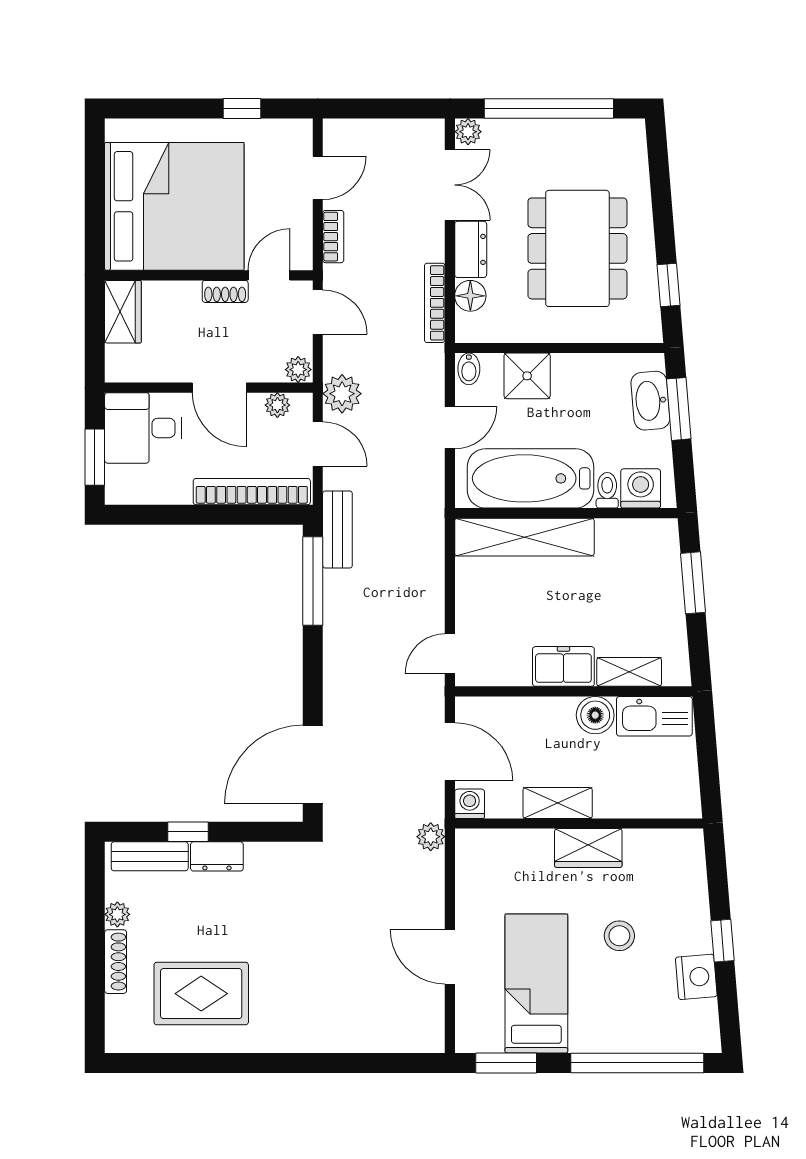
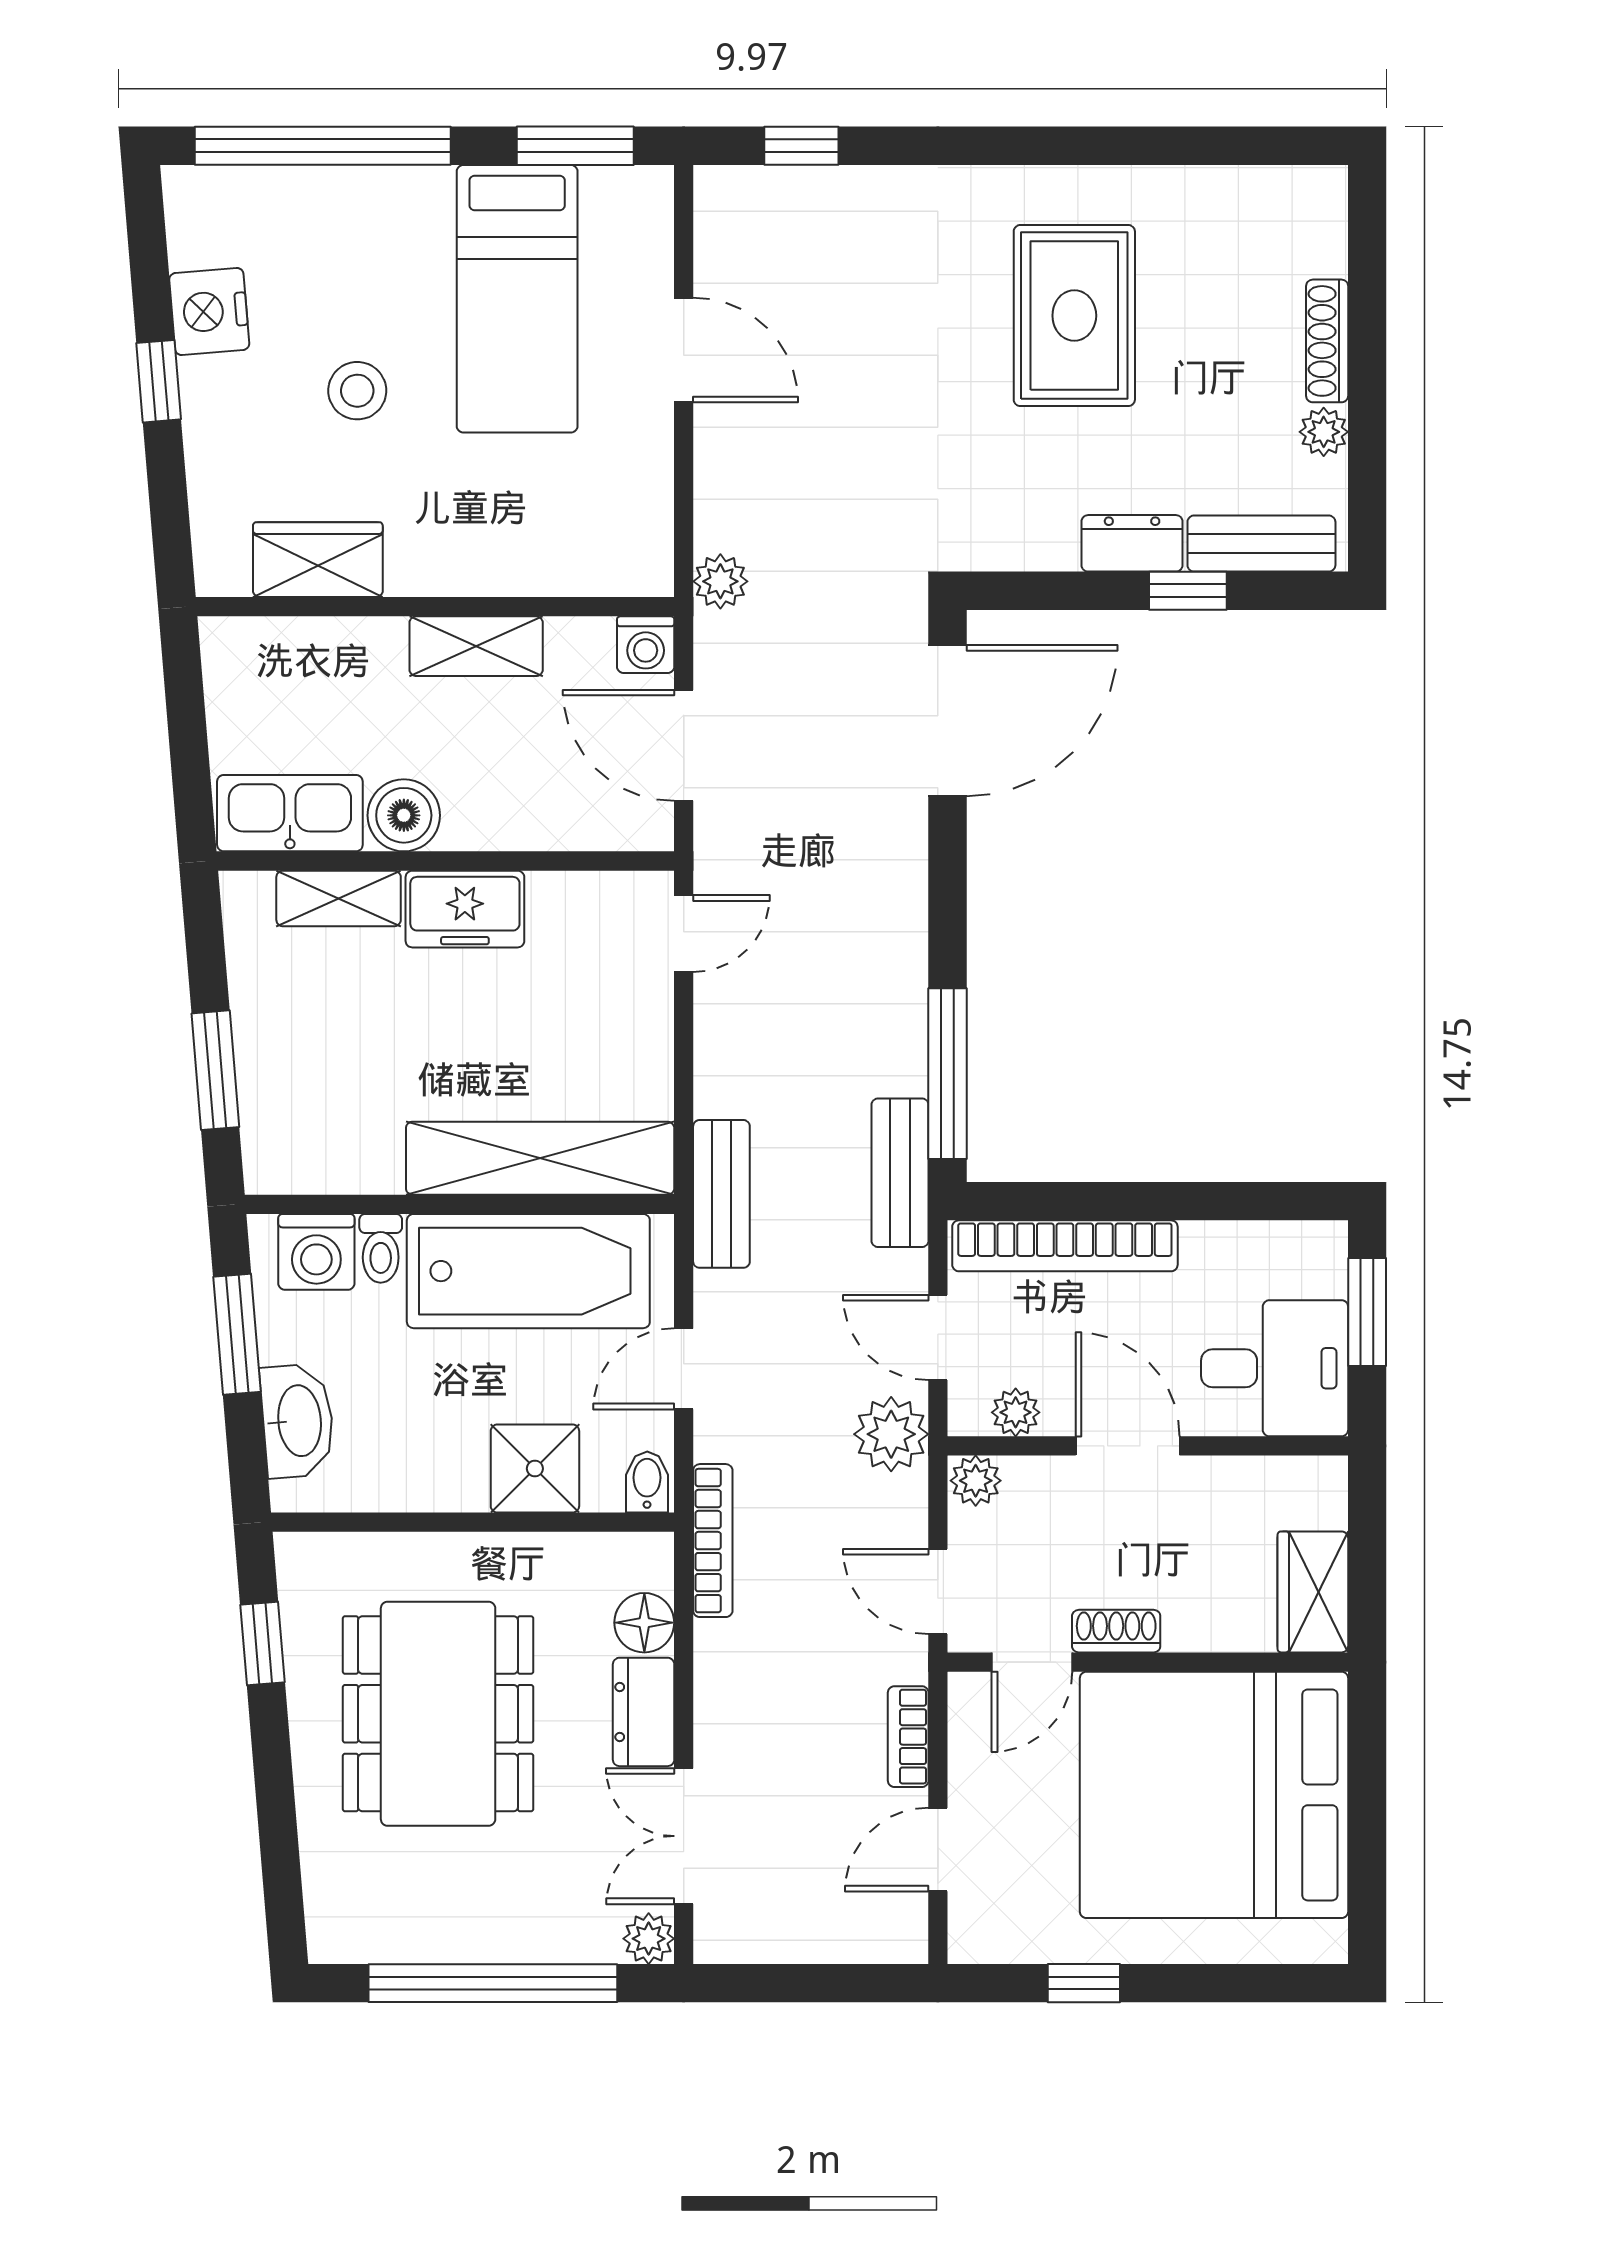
bookcase: (435, 303) -> (713, 1541), moved
window: (679, 409) -> (237, 1334), moved
bench: (430, 518) -> (721, 1194), added
wardrobe: (588, 848) -> (318, 560), moved
rug: (201, 994) -> (1074, 316), moved, turned 90
window: (389, 1063) -> (801, 146), added

